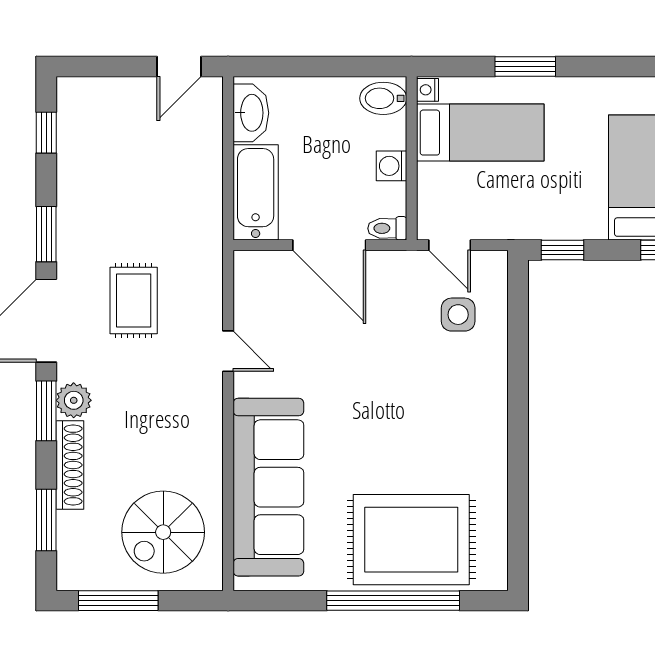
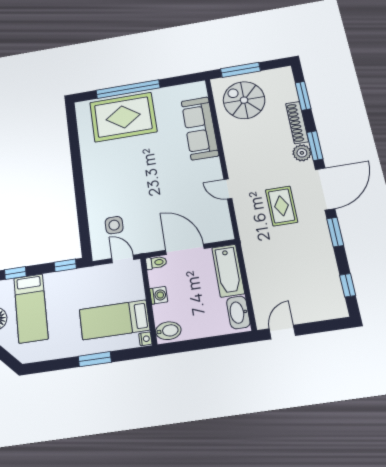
sofa: (268, 487) -> (200, 128), width x0.74, depth x0.79
spiral stairs: (163, 532) -> (244, 100), turned -90
window: (118, 601) -> (240, 70), moved

